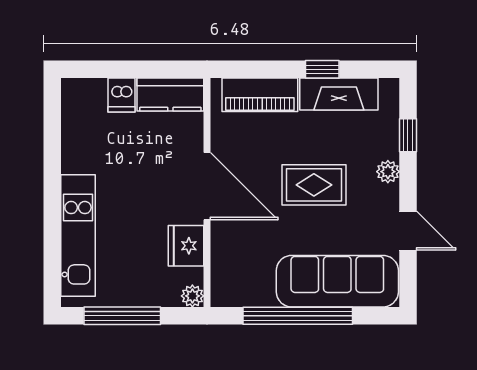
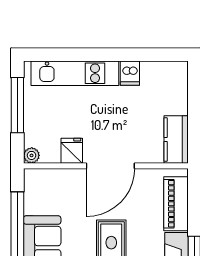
dishwasher: (122, 95) -> (130, 73), moved, turned -90
fridge: (186, 246) -> (72, 151), width x0.72

